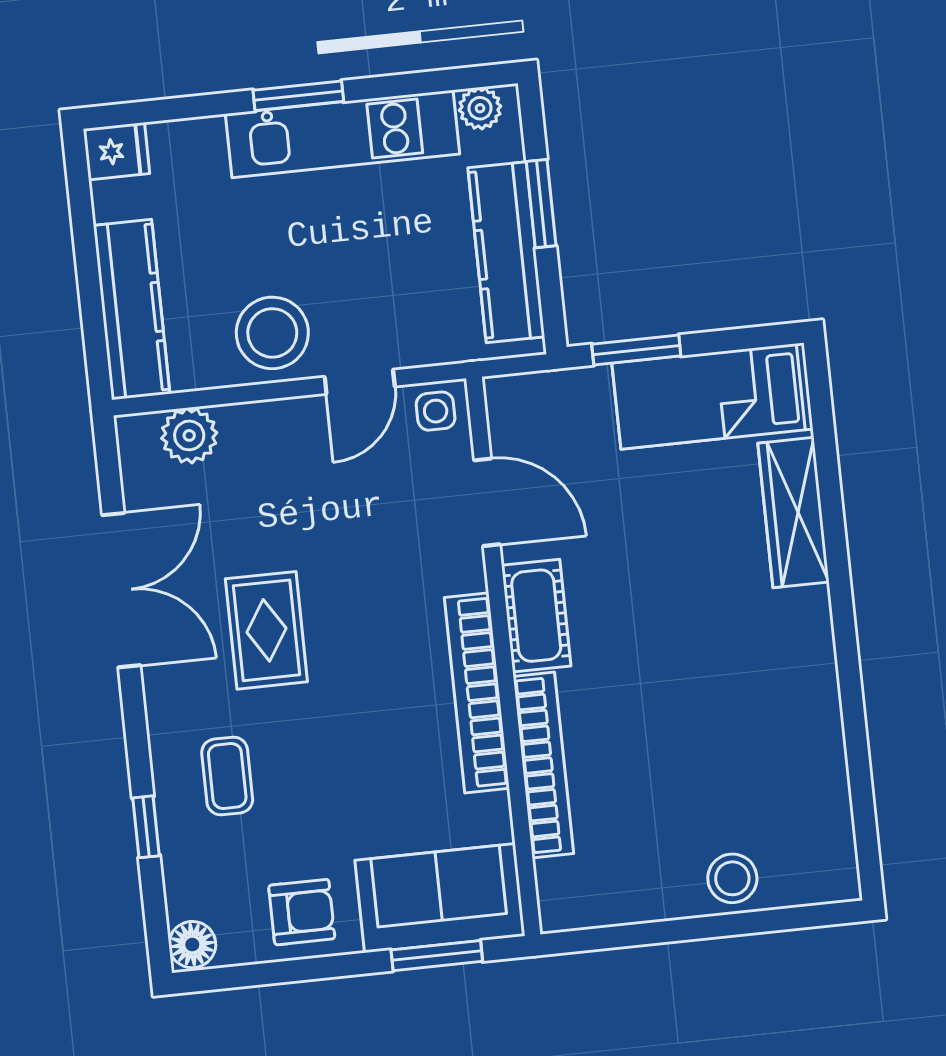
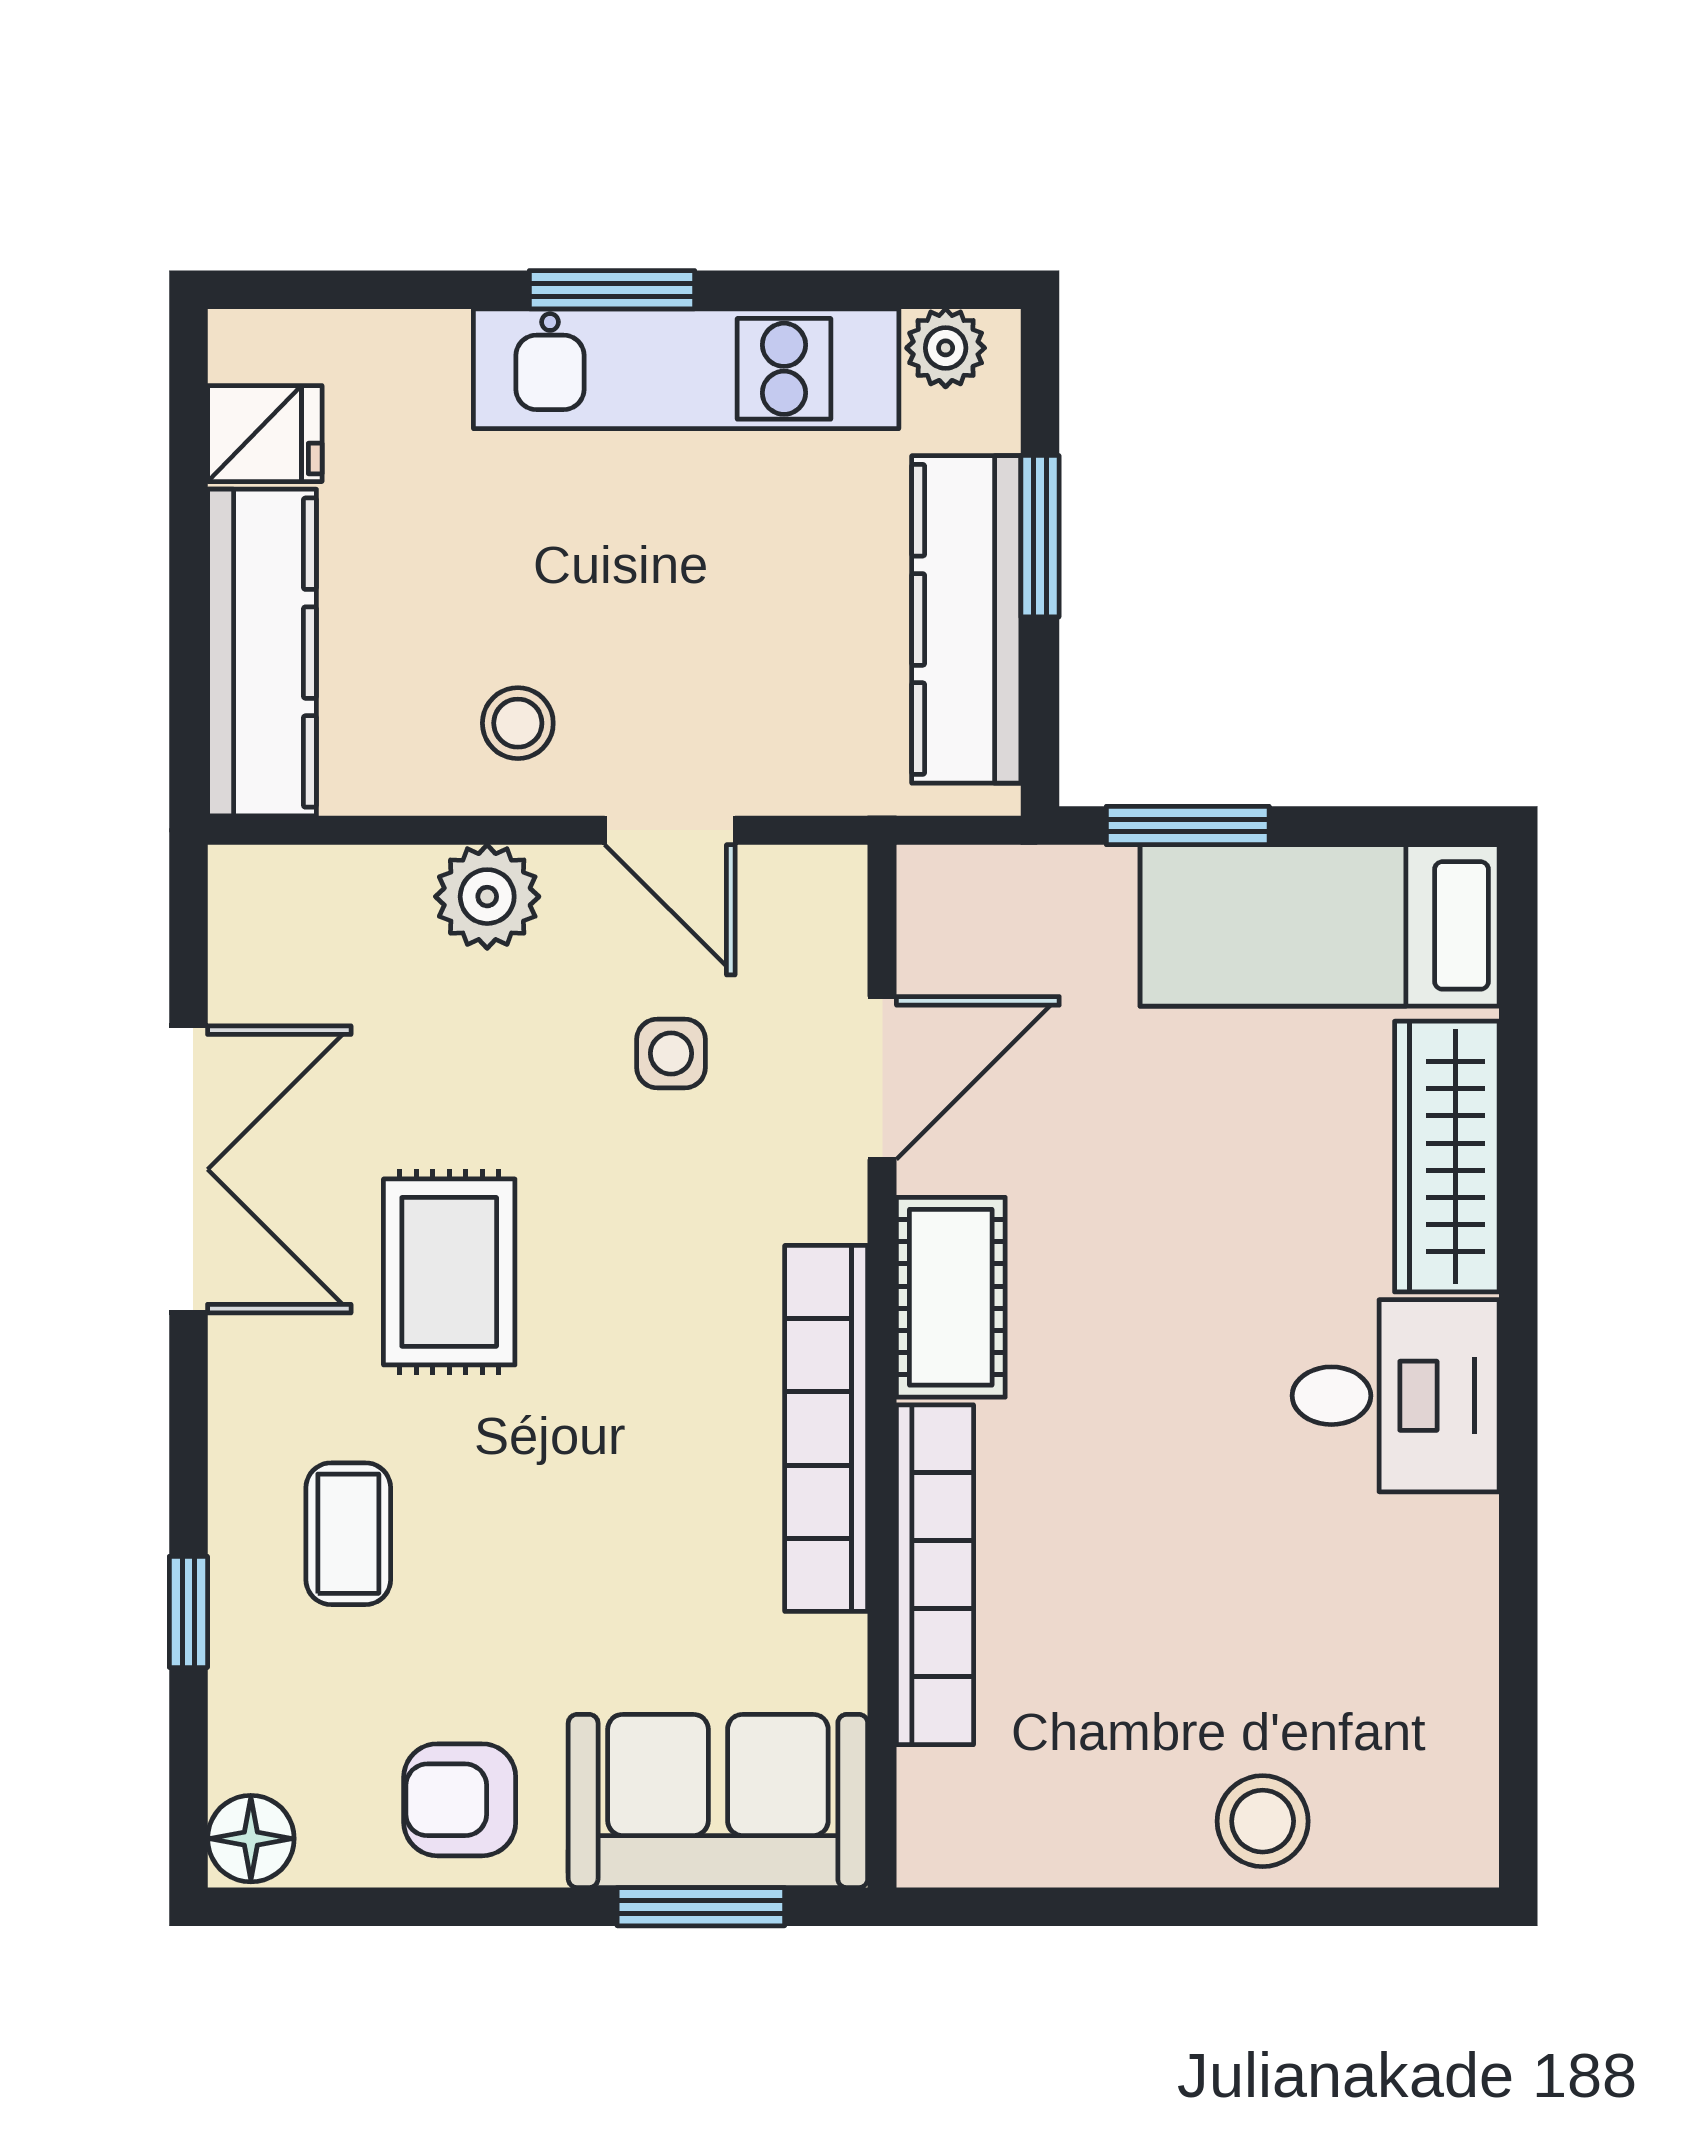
fridge: (116, 151) -> (265, 434), moved
stool: (272, 333) -> (518, 723), width x0.53, depth x0.53
door: (360, 382) -> (670, 830), hinge flipped
side table: (436, 411) -> (671, 1053), moved
plant: (189, 435) -> (487, 897), moved
door: (487, 502) -> (882, 1078), hinge flipped
desk: (780, 643) -> (1396, 1396), added
armchair: (302, 912) -> (460, 1800), turned 180

